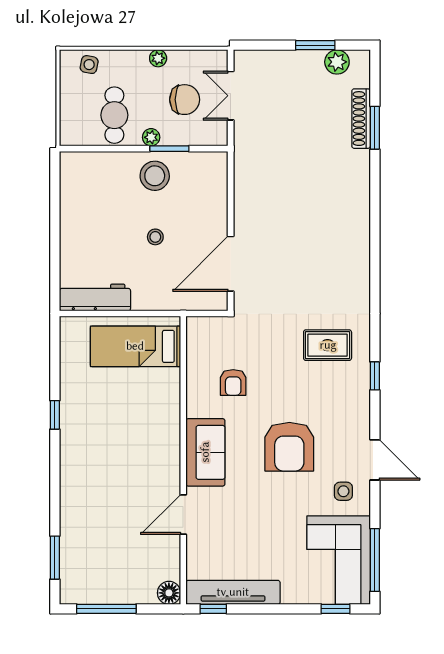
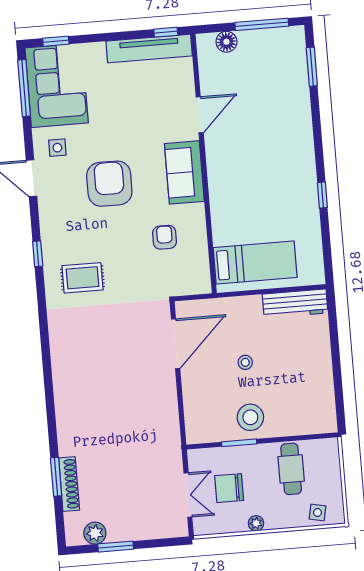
plant: (151, 137) -> (256, 452), removed
floor lamp: (169, 593) -> (226, 42), moved

